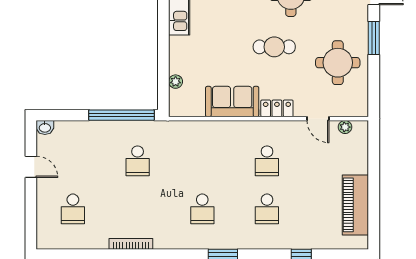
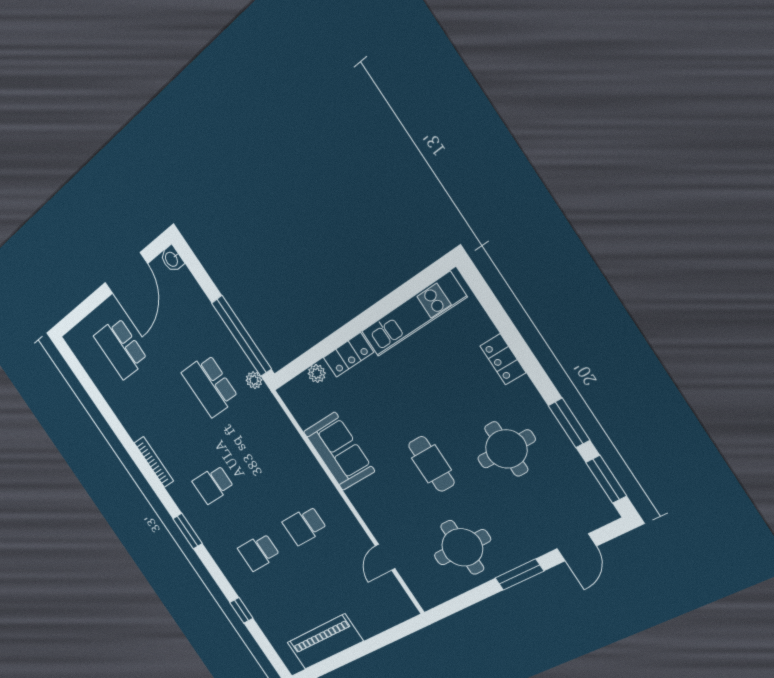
locker: (277, 108) -> (348, 355), moved, turned 90
plant: (345, 127) -> (254, 380), moved
school desk: (138, 161) -> (210, 386), width x1.85
door: (31, 167) -> (126, 273), width x1.87
school desk: (73, 209) -> (121, 348), width x1.85
bookcase: (131, 244) -> (154, 462), moved

